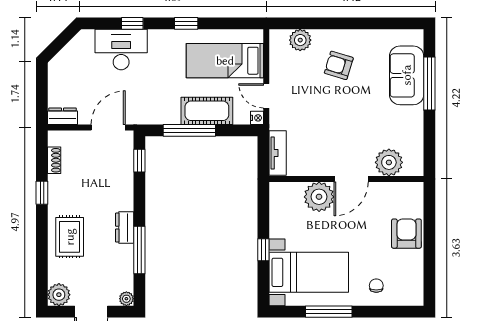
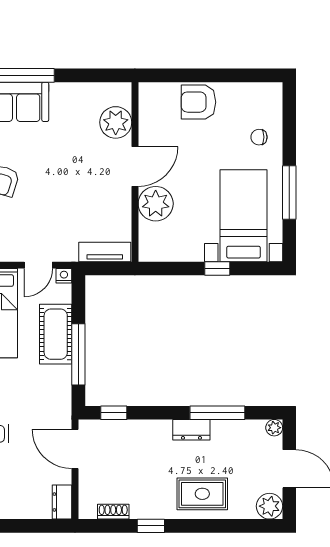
door: (351, 179) -> (135, 166), hinge flipped

